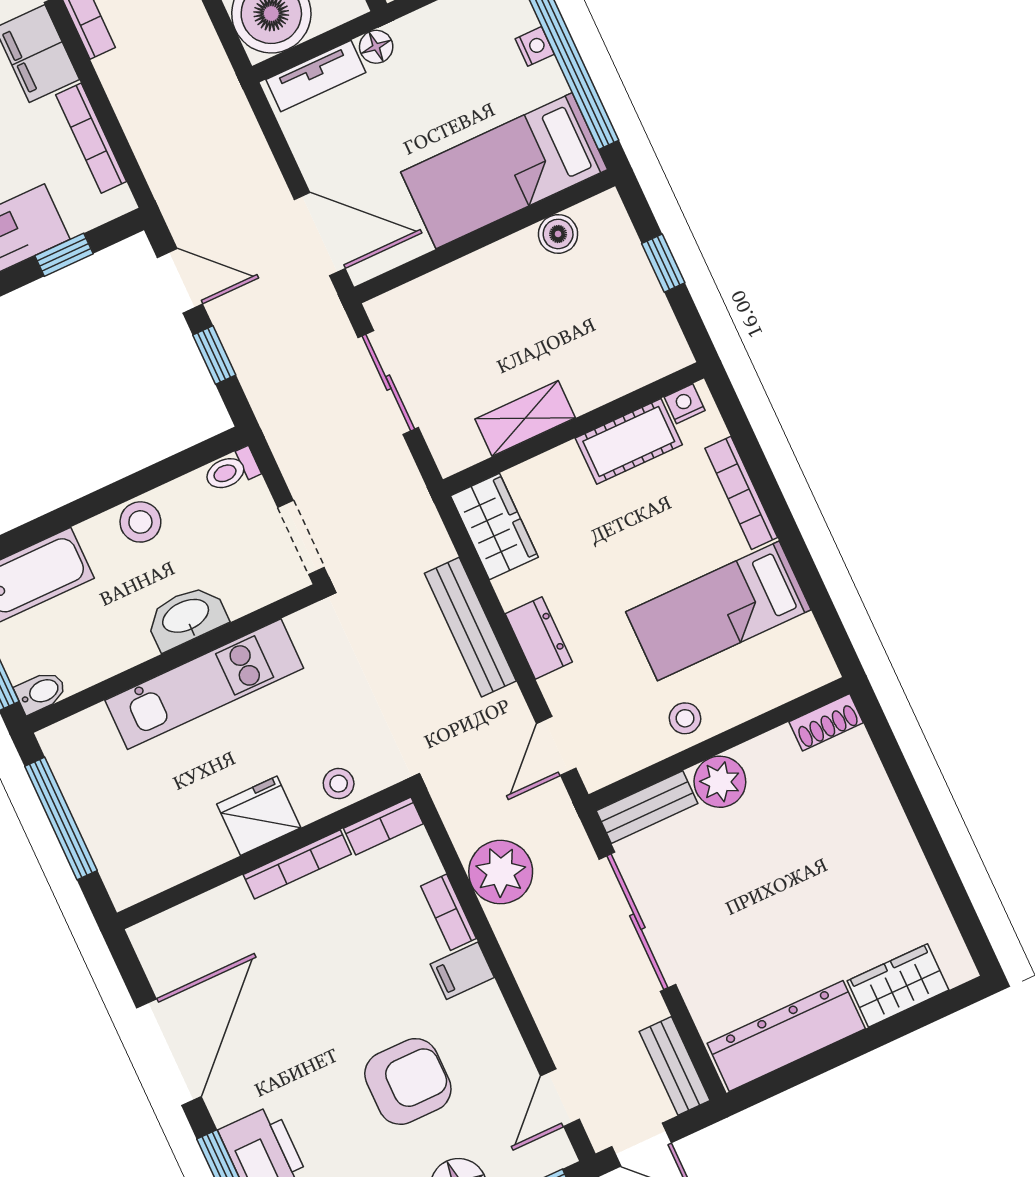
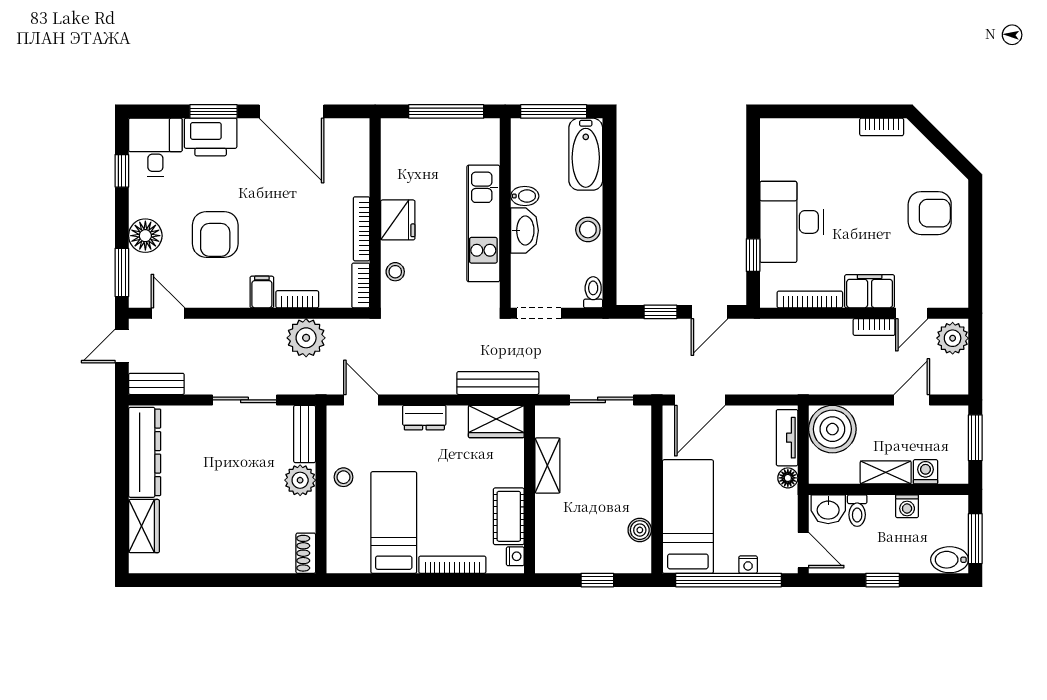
bench: (470, 627) -> (498, 383), moved
bidet: (41, 692) -> (525, 196), moved, turned -90
sliding door: (637, 922) -> (245, 400), width x0.73

